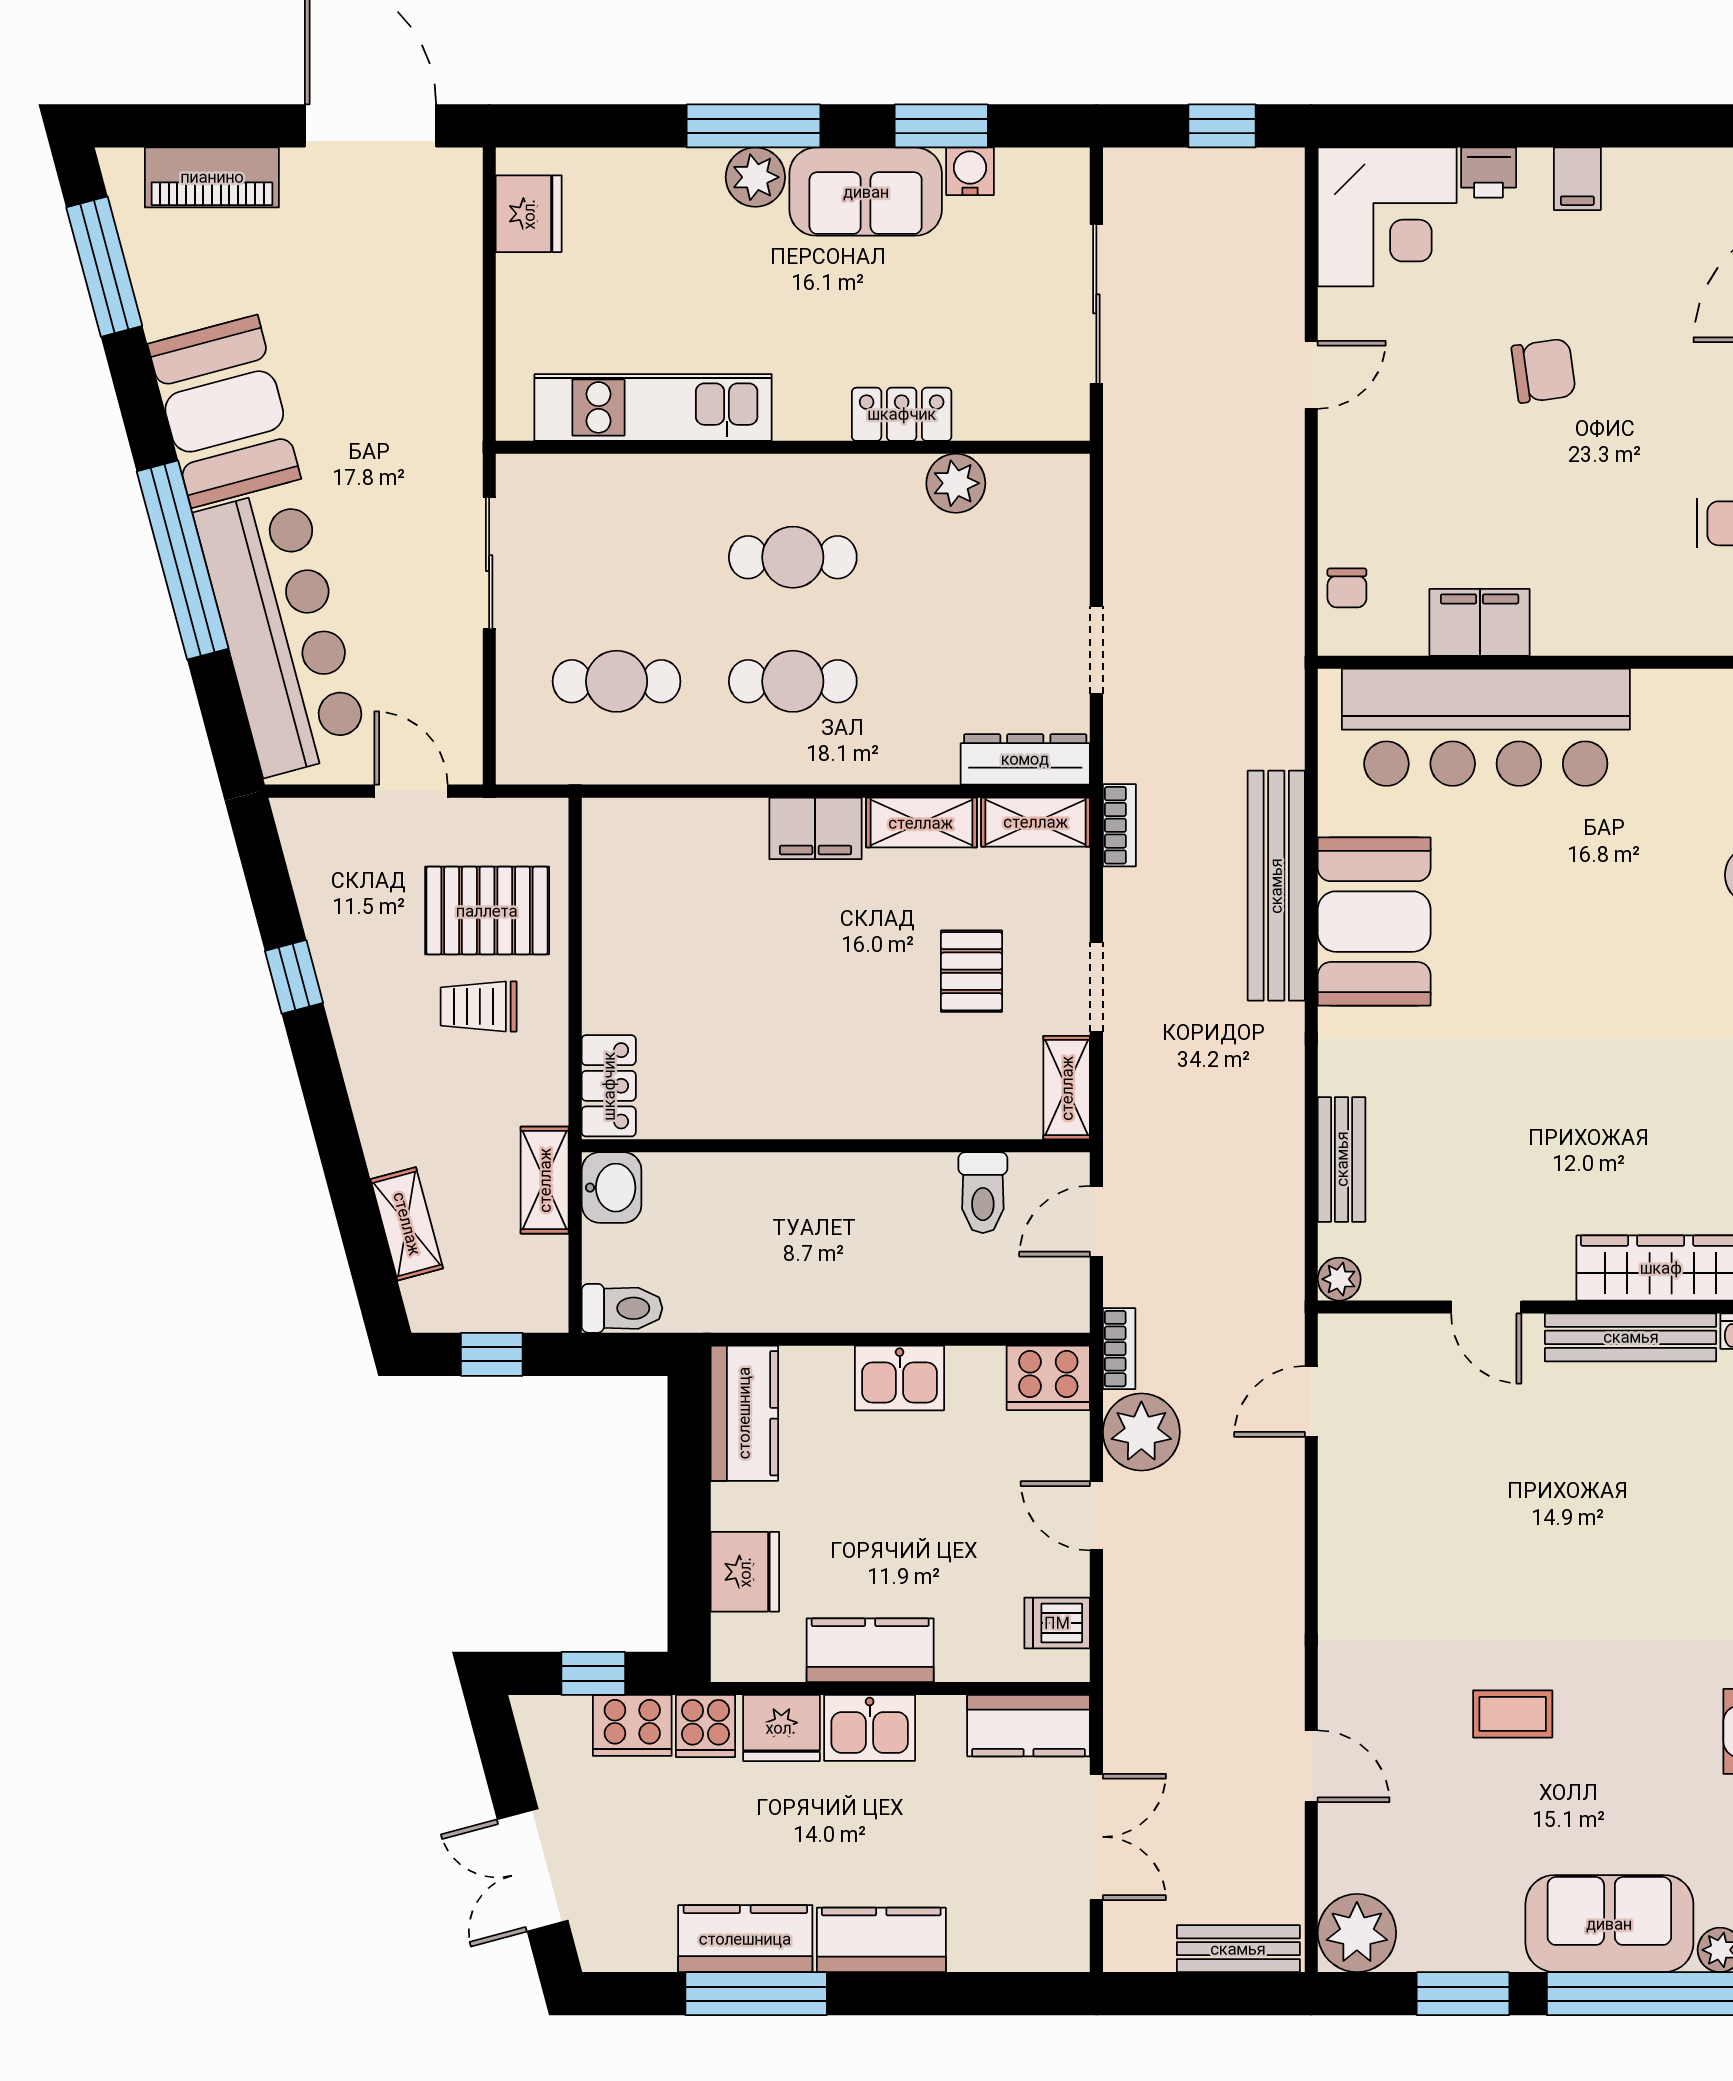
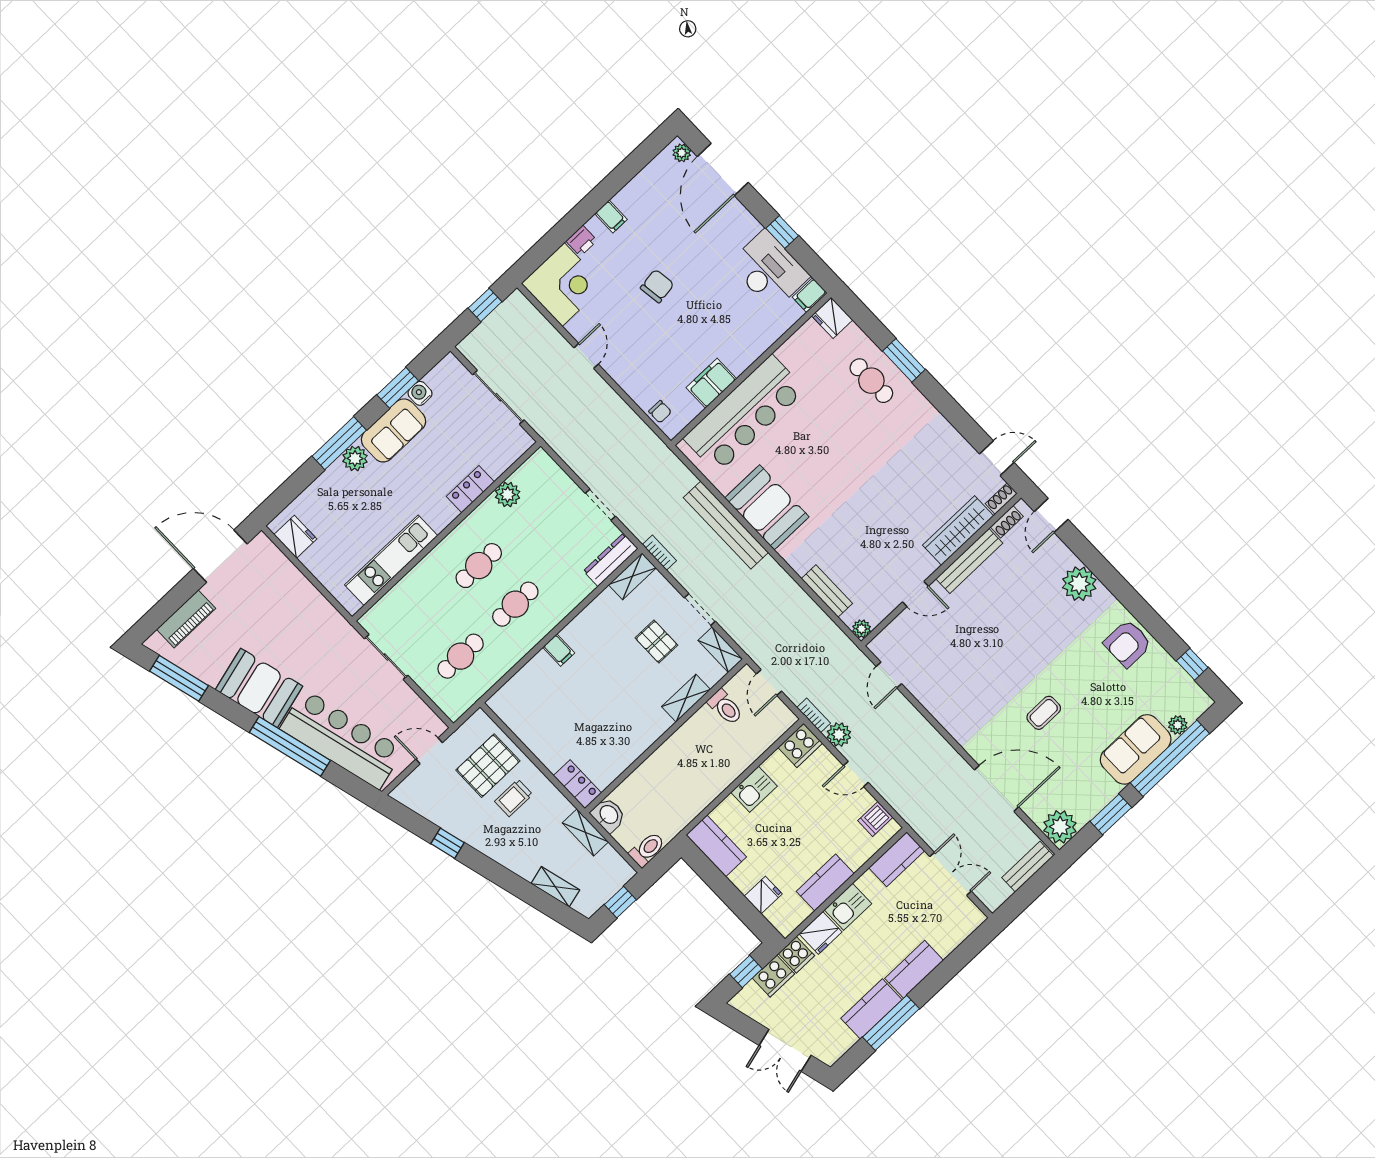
shelving: (921, 823) -> (686, 698), moved
filing cabinet: (815, 828) -> (559, 650), width x0.50
plant: (1141, 1432) -> (839, 735), width x0.73, depth x0.73
fridge: (745, 1572) -> (763, 895), width x0.72
door: (1311, 1766) -> (997, 788), width x1.87

